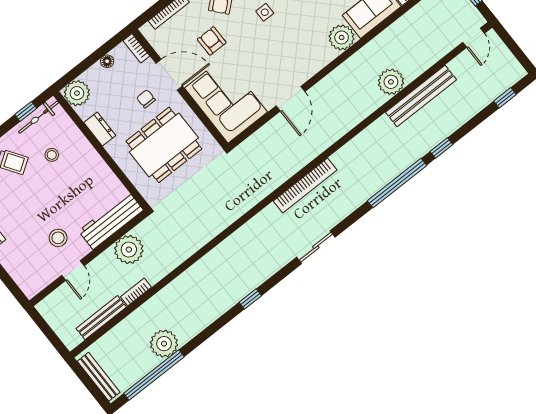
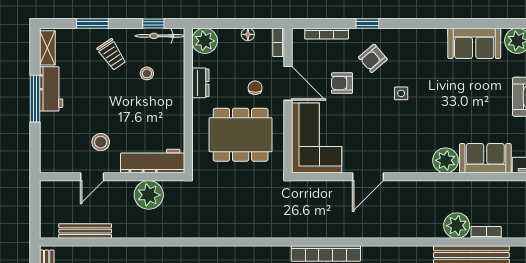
armchair: (212, 41) -> (342, 83), turned -90
bookcase: (136, 292) -> (486, 232), moved

